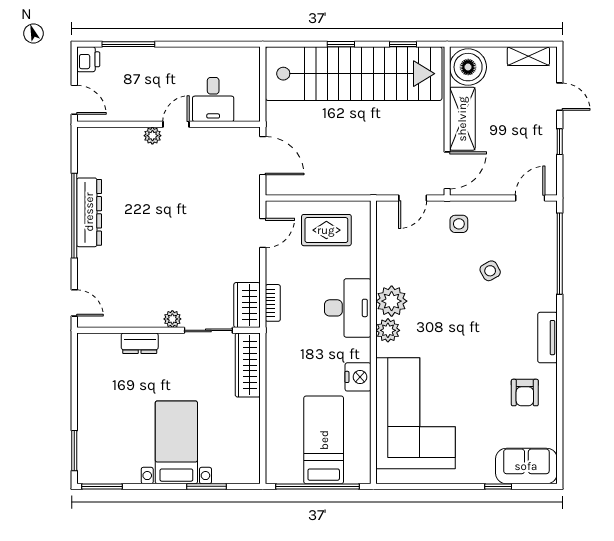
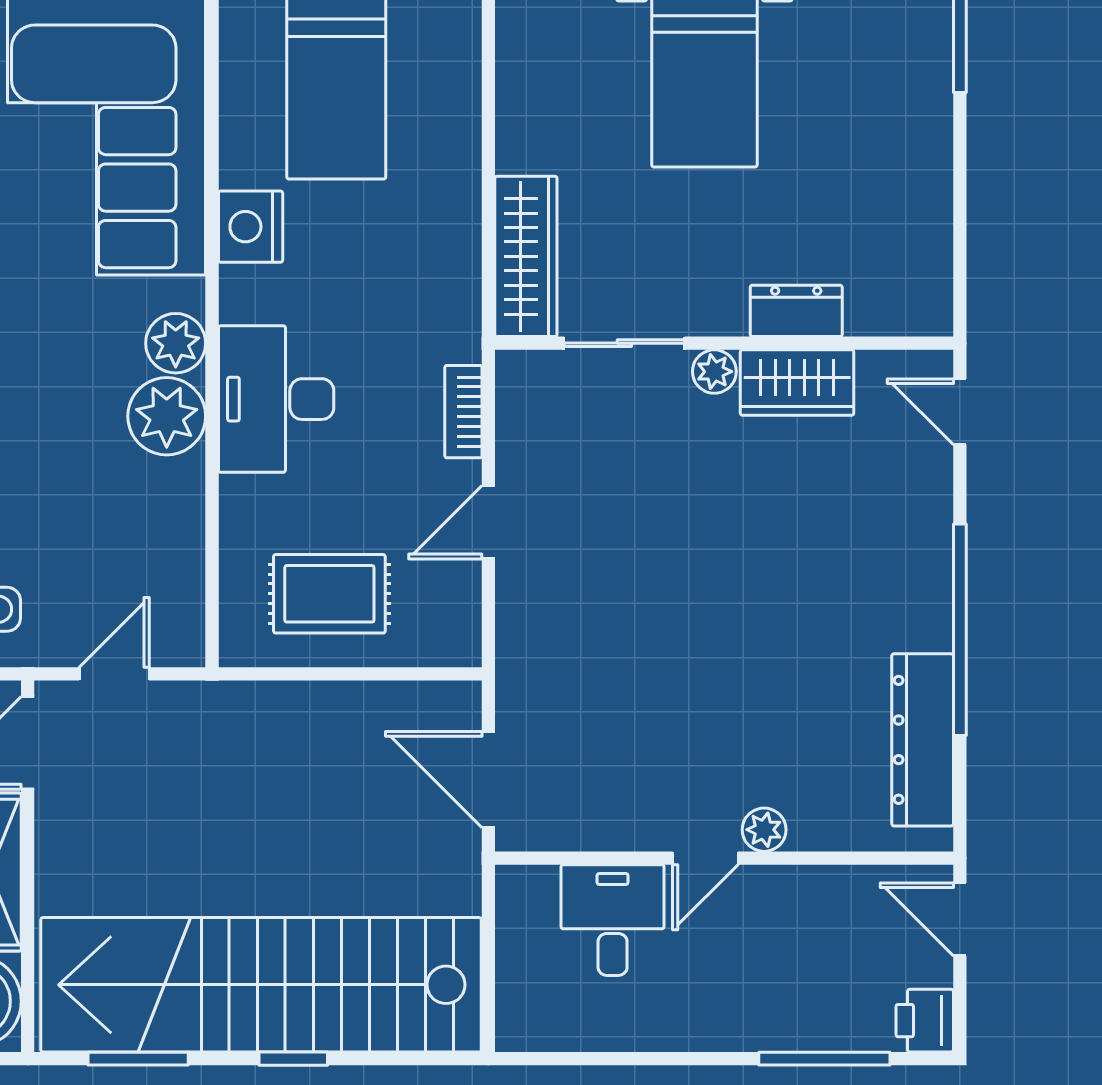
window: (403, 44) -> (138, 1059), width x1.50
dresser: (89, 212) -> (923, 740), moved
door: (263, 233) -> (488, 522), moved
wardrobe: (247, 305) -> (797, 383), moved, turned 90

